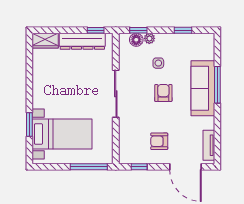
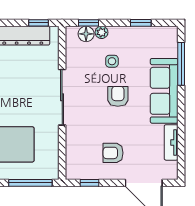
window: (217, 85) -> (181, 64), moved
tv unit: (209, 145) -> (171, 142), moved

